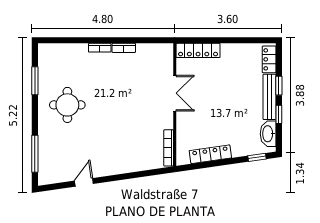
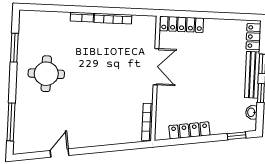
bookcase: (124, 48) -> (113, 19), width x1.56
washbasin: (268, 134) -> (251, 112), width x0.52, depth x0.69

